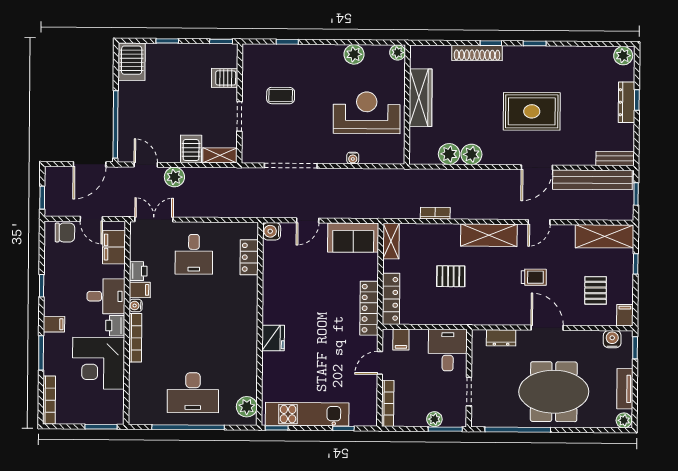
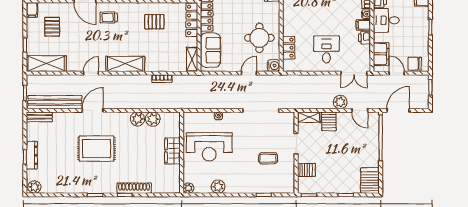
wardrobe: (421, 98) -> (172, 151), width x0.67
sofa: (353, 238) -> (211, 50), moved, turned 90
round table: (292, 272) -> (259, 38), added
pallet: (451, 276) -> (154, 22), moved
trolley: (534, 277) -> (109, 18), moved

